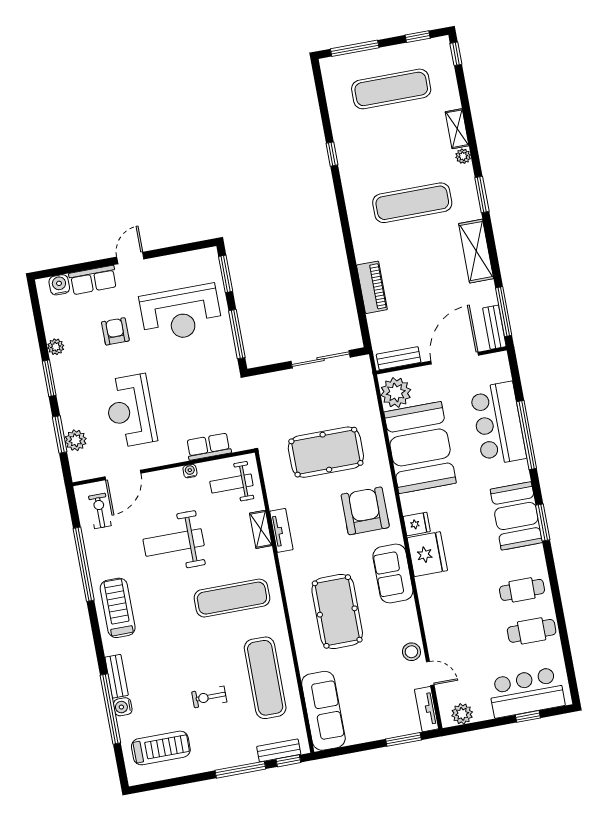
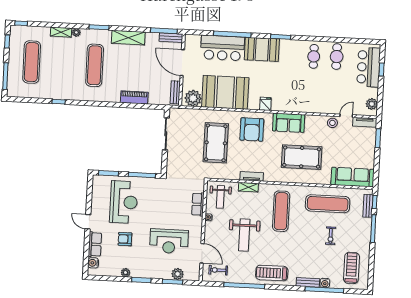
armchair: (365, 511) -> (252, 130), turned -90
booth: (516, 516) -> (262, 49), moved
fridge: (427, 554) -> (283, 102), removed

